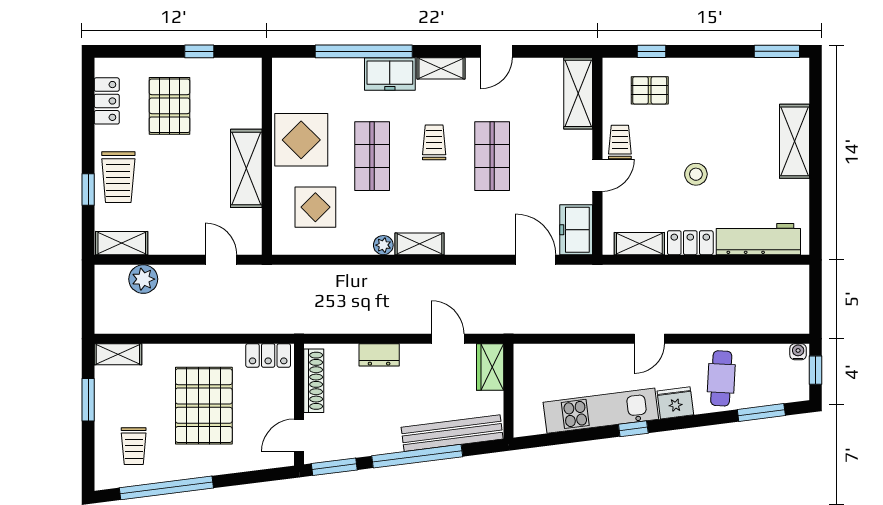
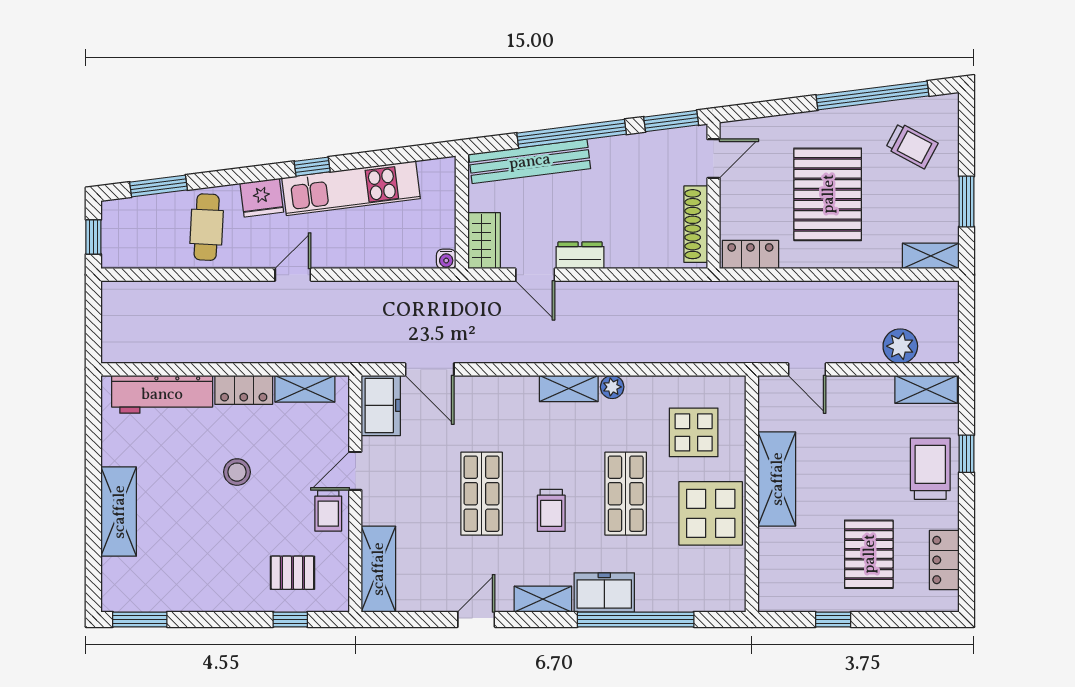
water cooler: (798, 352) -> (446, 259), moved
dresser: (379, 355) -> (580, 255), moved
trolley: (134, 446) -> (912, 146), turned 118

